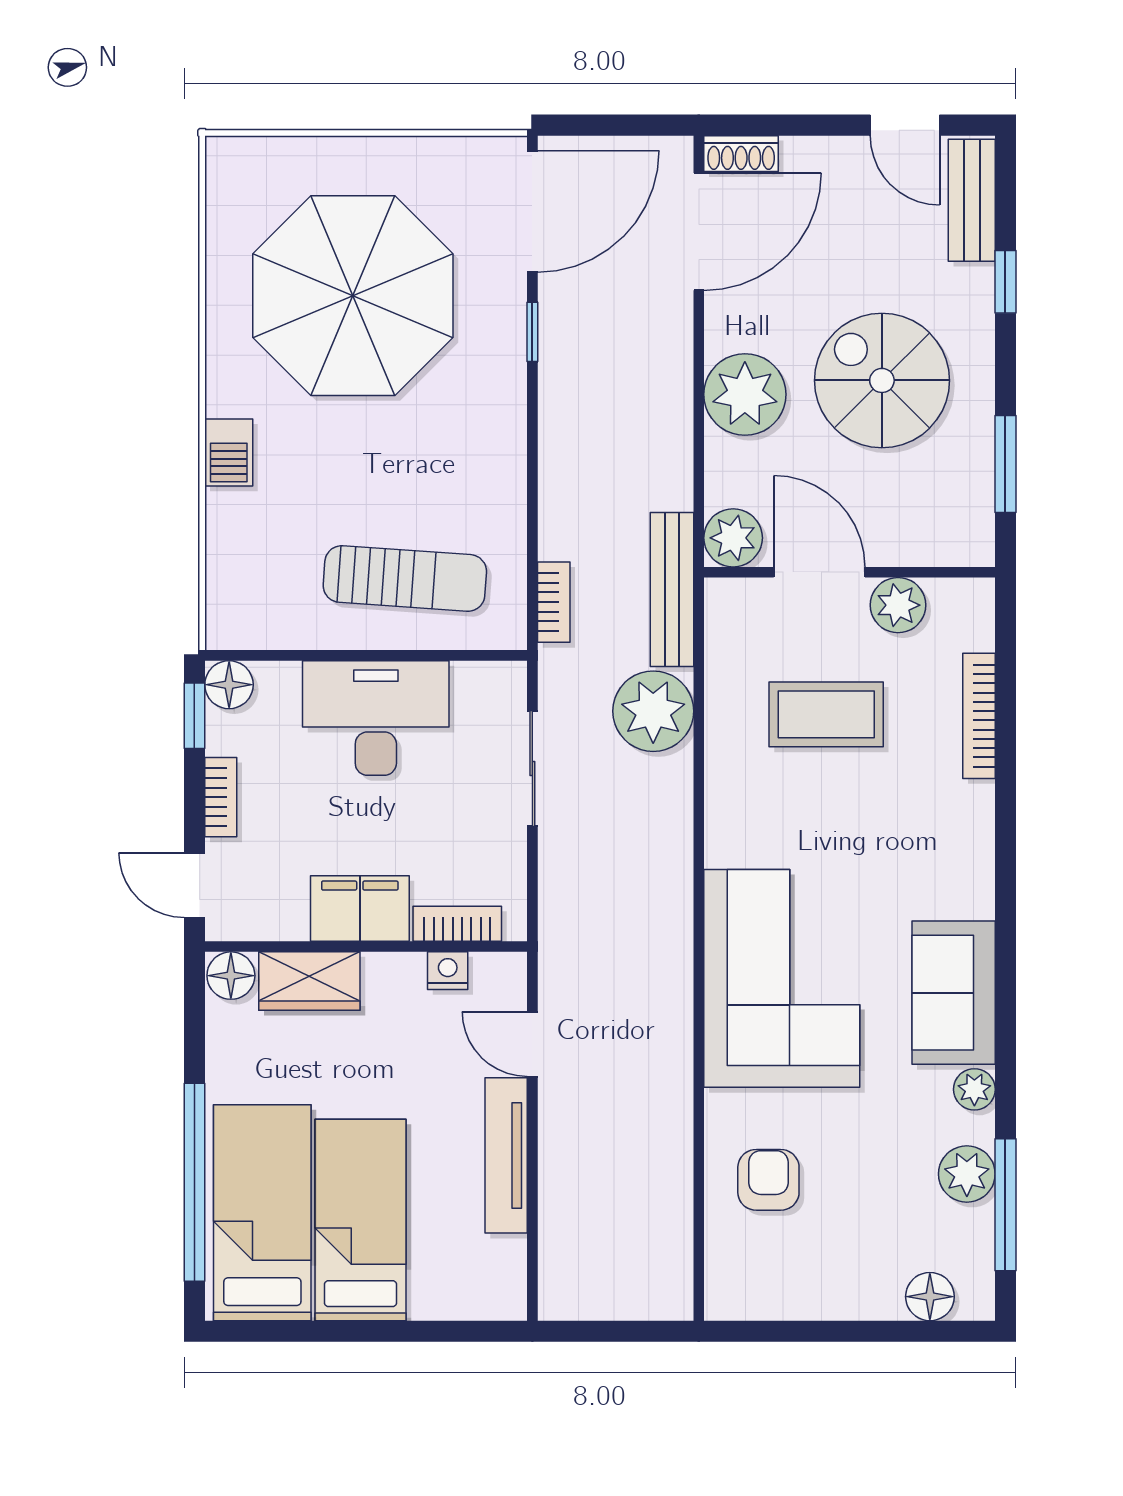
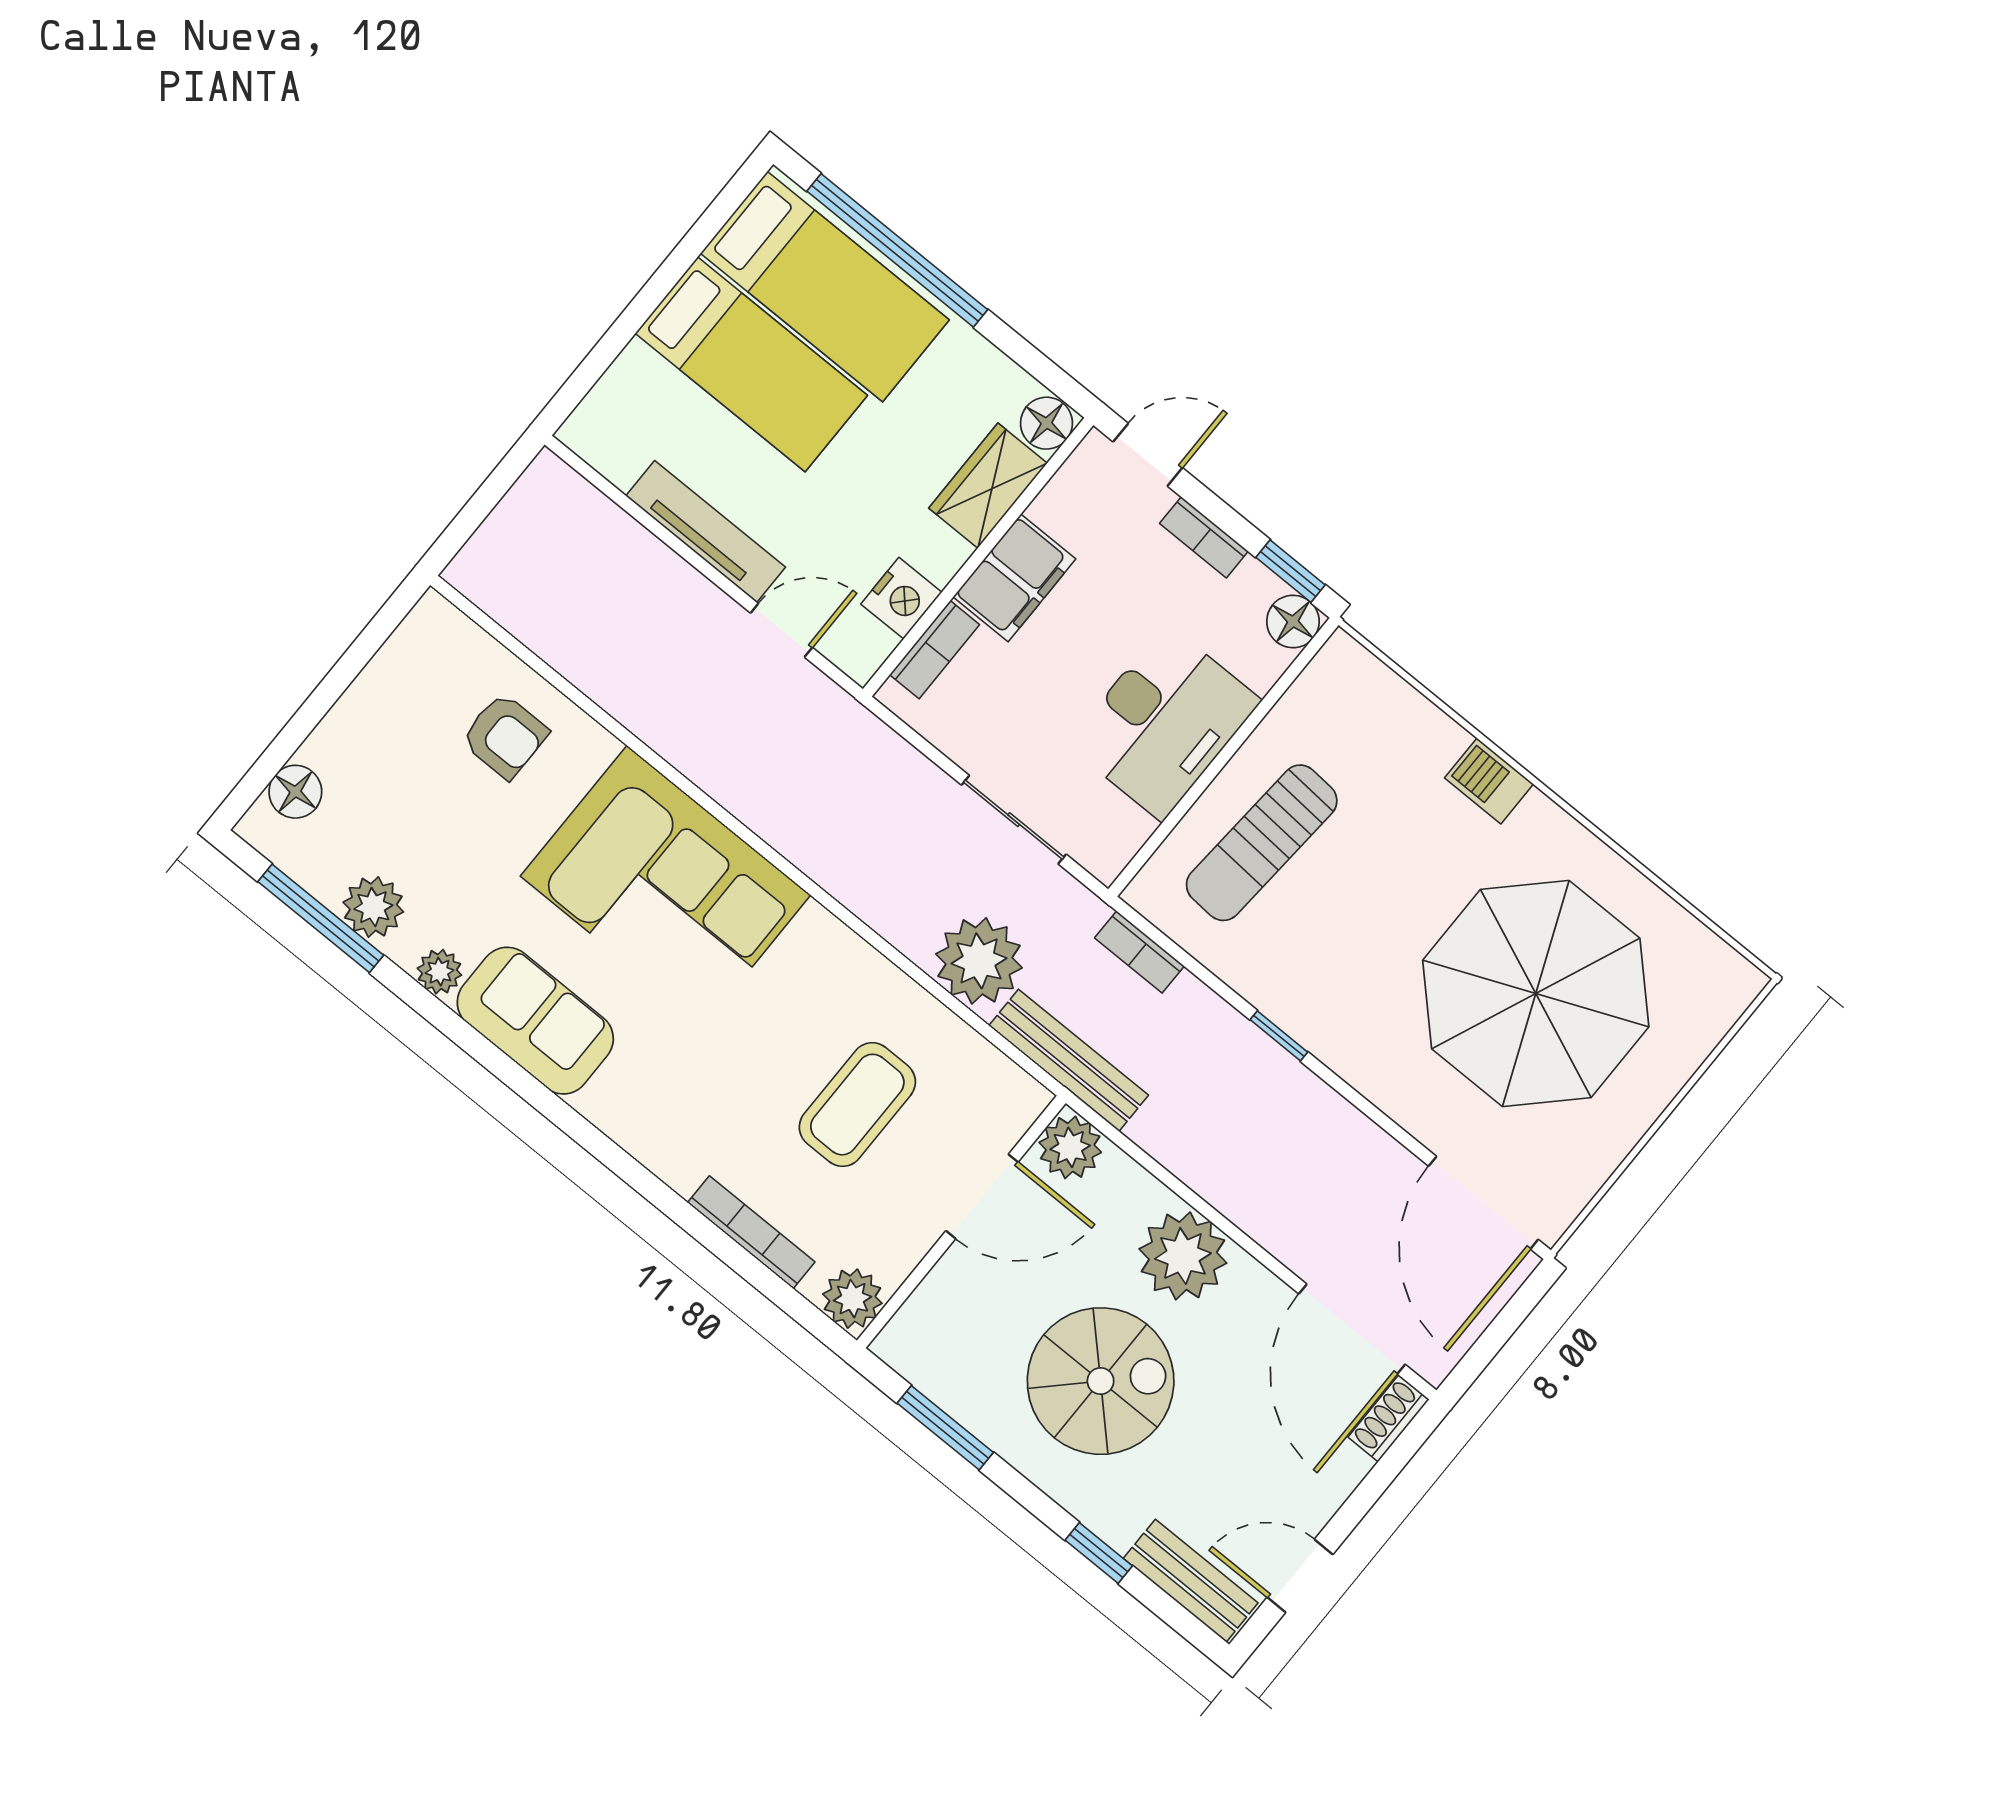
window: (532, 332) -> (1279, 1036), moved
plant: (898, 605) -> (852, 1299), moved
nightstand: (448, 971) -> (901, 598), width x1.39, depth x1.35

